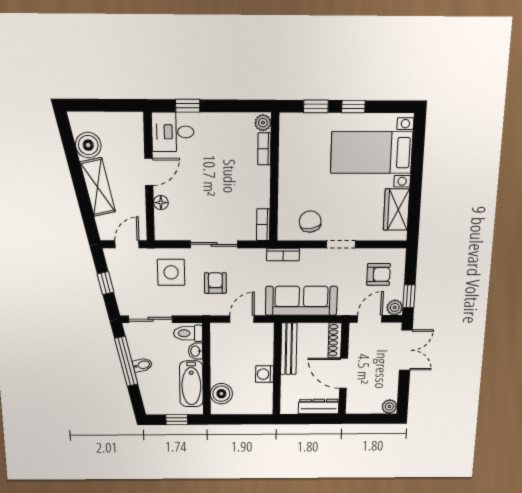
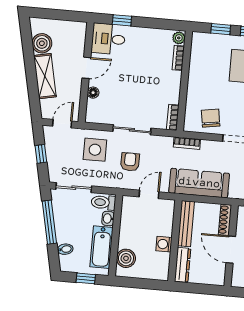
bidet: (142, 365) -> (65, 249), moved
dresser: (319, 407) -> (183, 265), moved, turned 90

